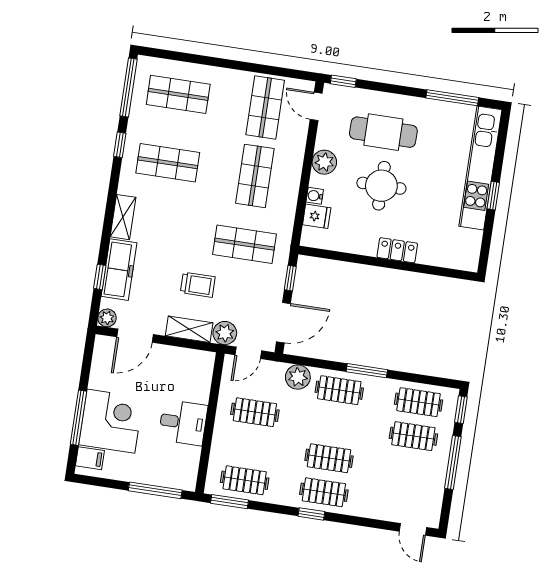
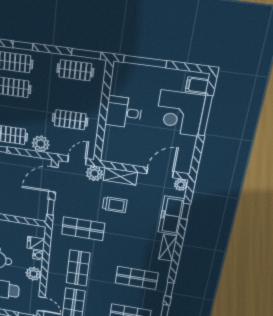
trolley: (198, 285) -> (115, 205), turned 180

